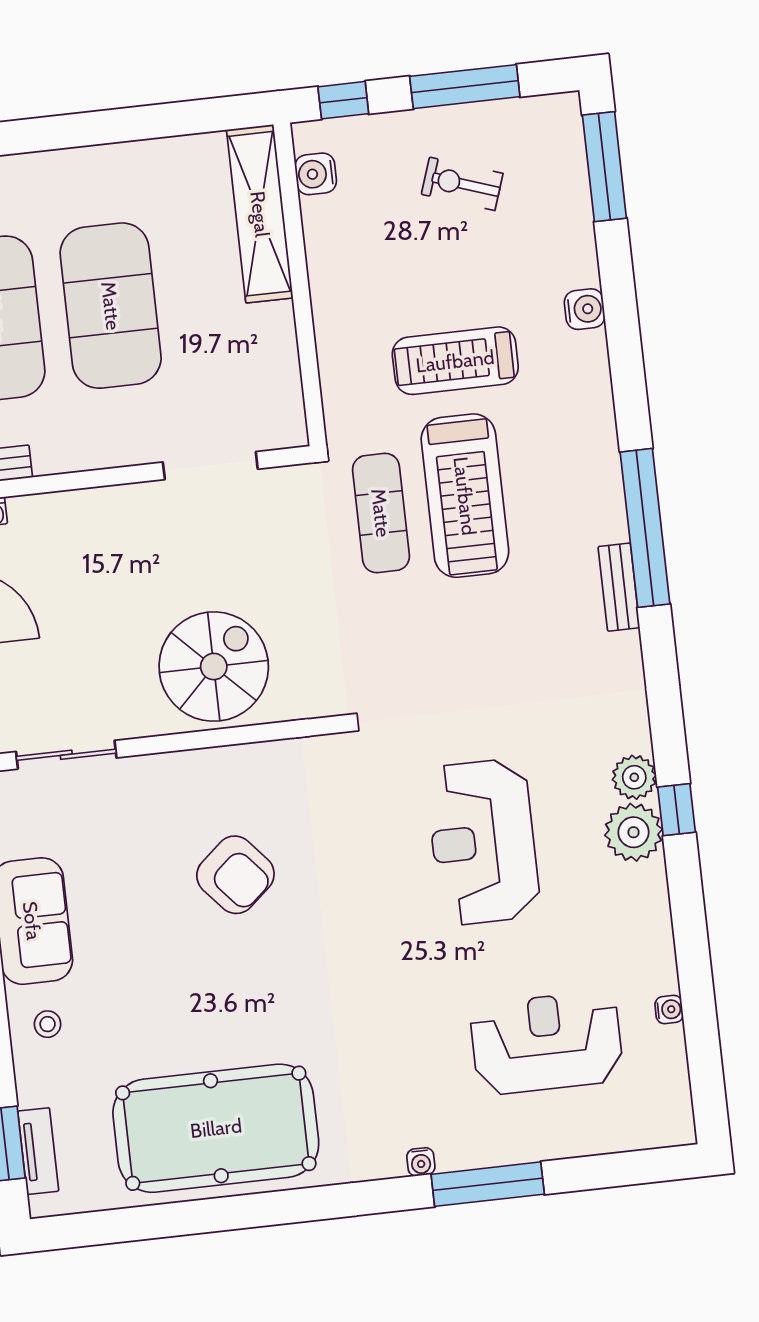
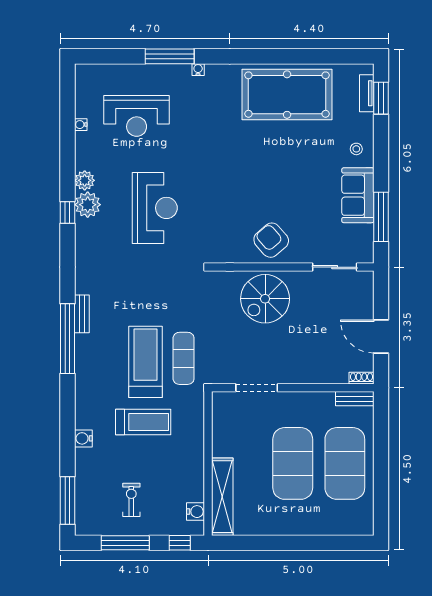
exercise bike: (462, 184) -> (131, 500), turned -109
plant: (634, 777) -> (85, 180), moved
armchair: (235, 875) -> (271, 240), moved

